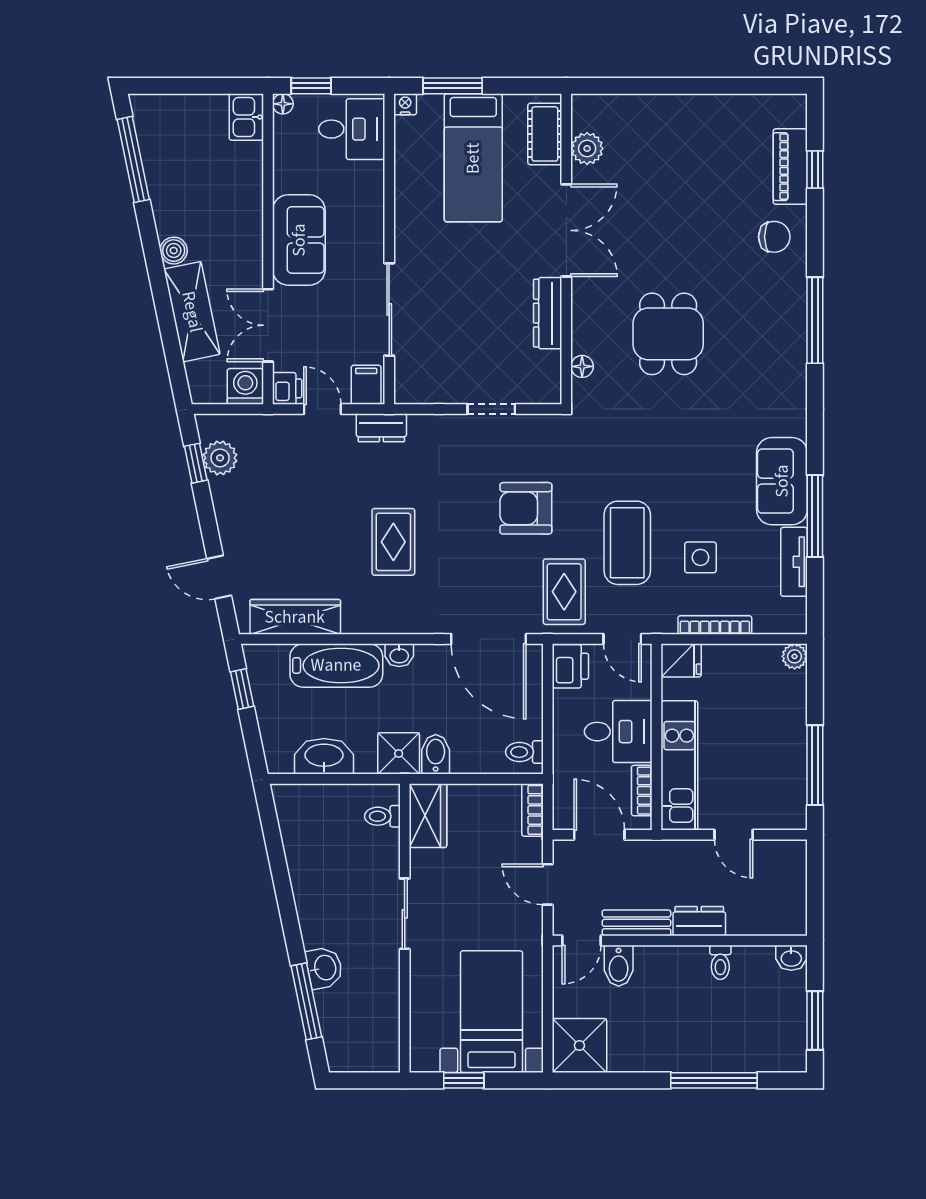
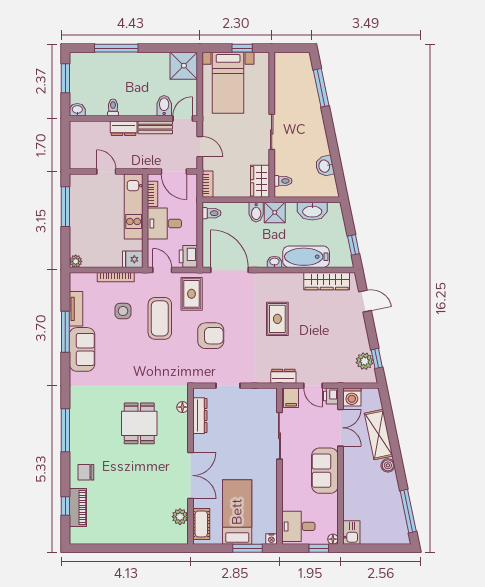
double door: (566, 230) -> (190, 475), swing flipped
dresser: (548, 313) -> (200, 416), moved
washbasin: (324, 968) -> (325, 166), moved

